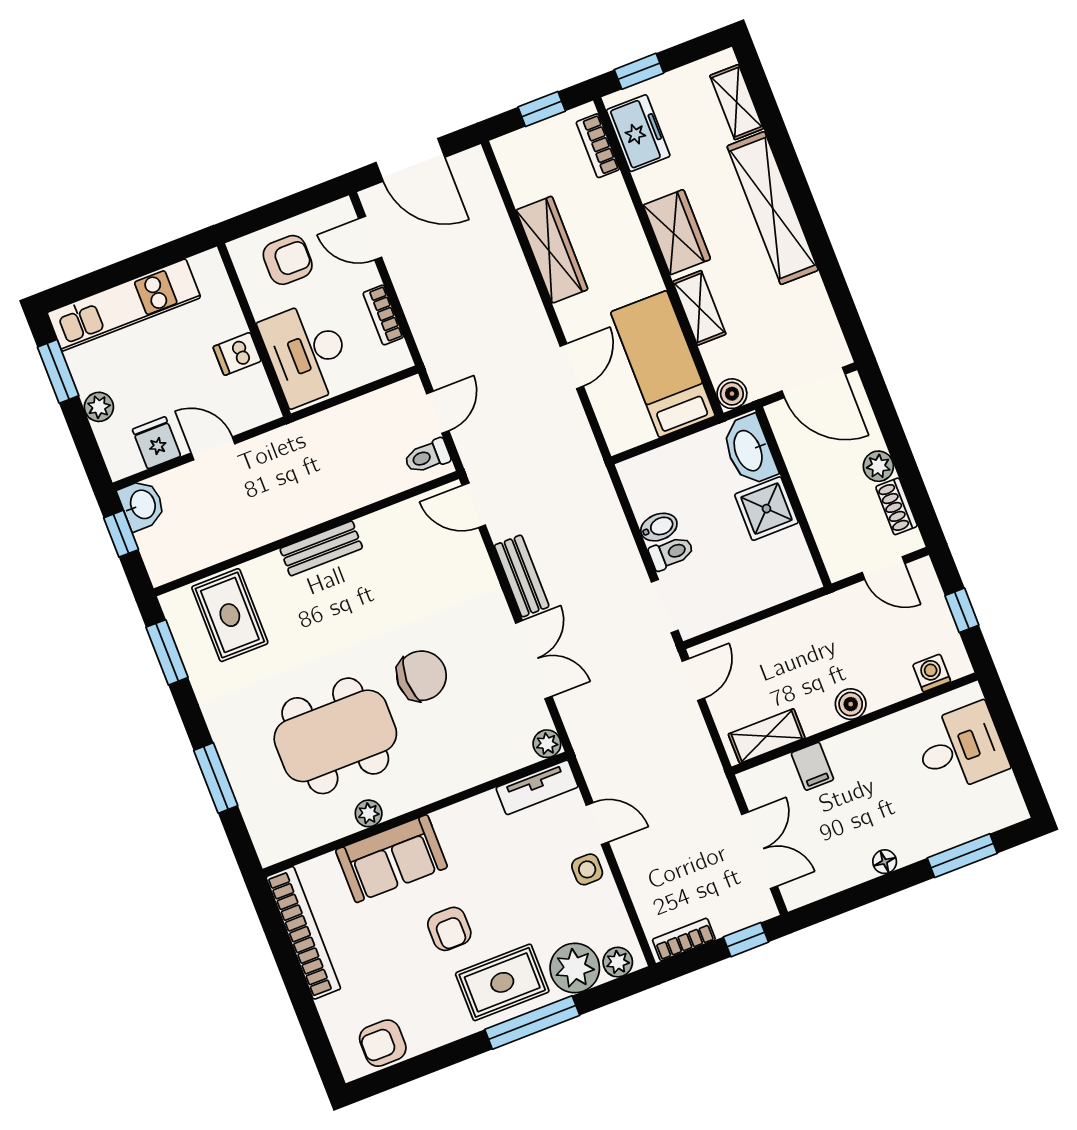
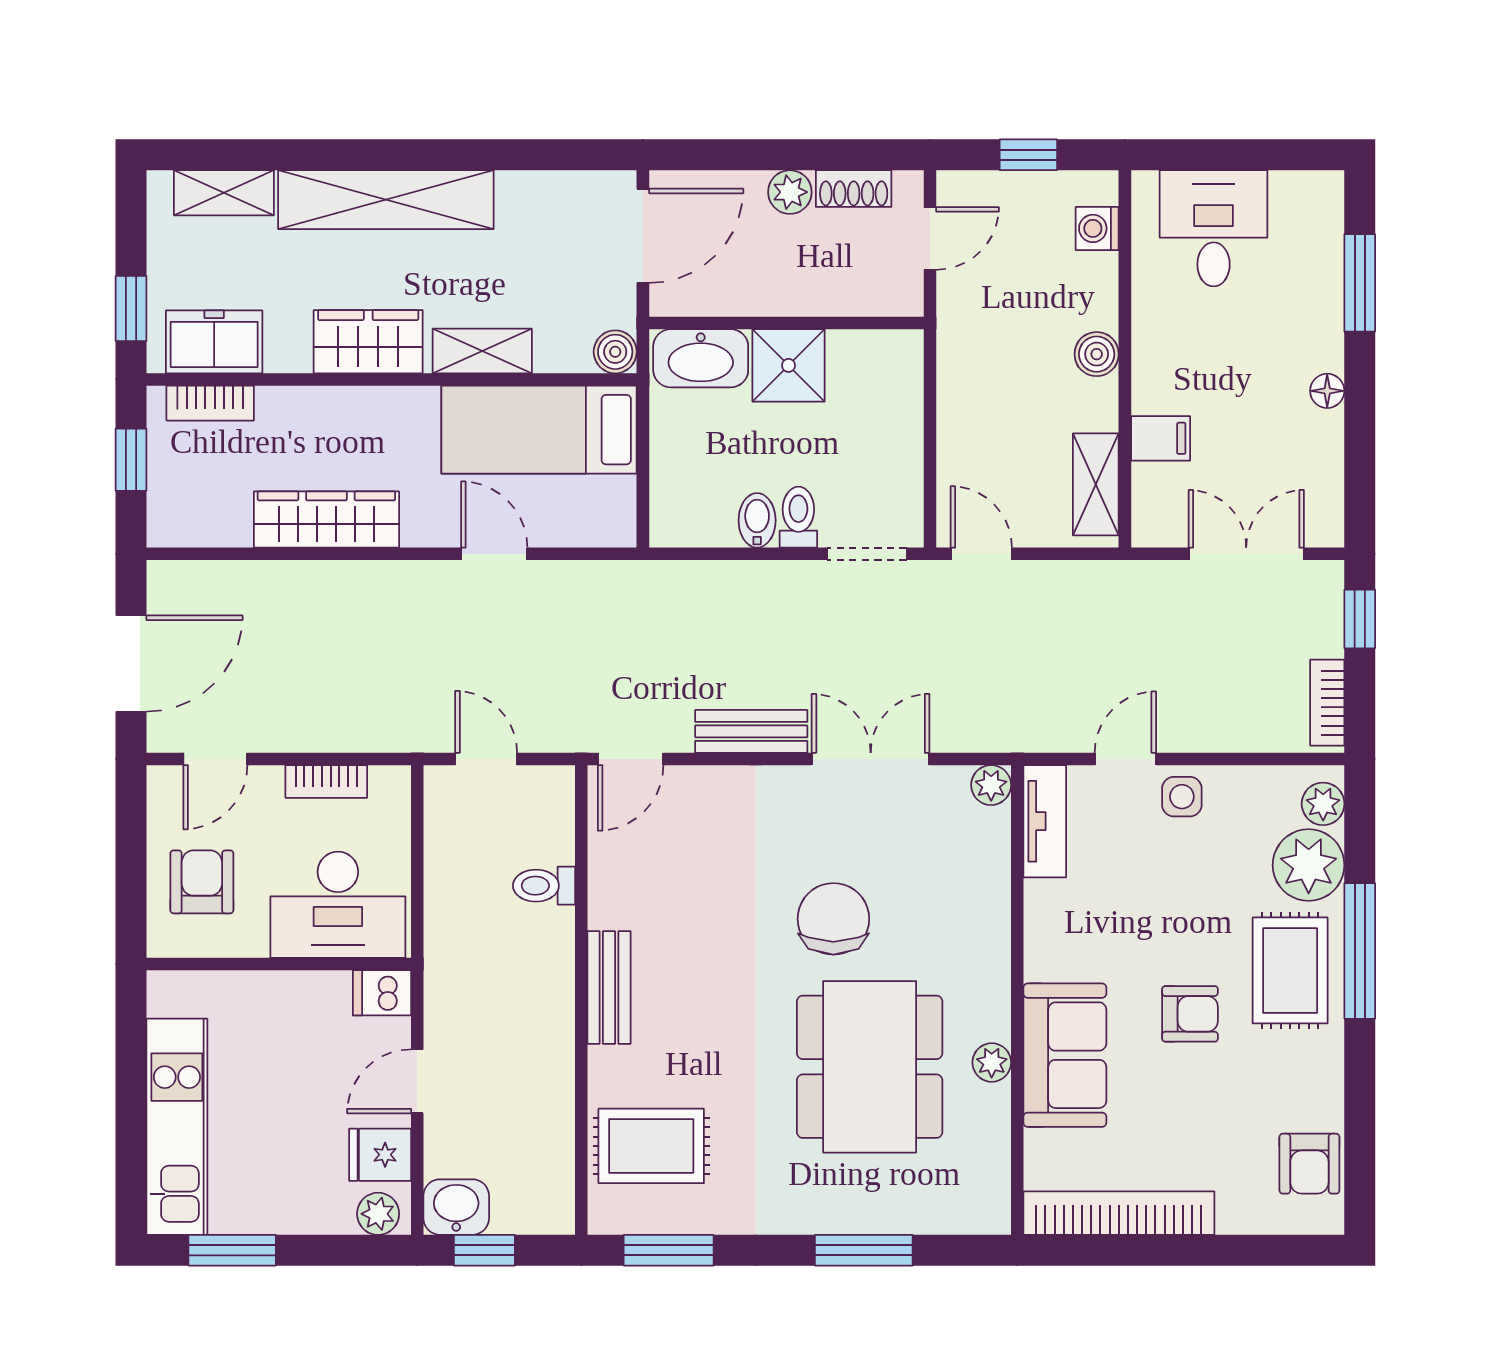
dishwasher: (237, 354) -> (382, 993), moved, turned 90
plant: (99, 407) -> (378, 1214), moved
toilet: (427, 456) -> (544, 886), moved, turned 90

